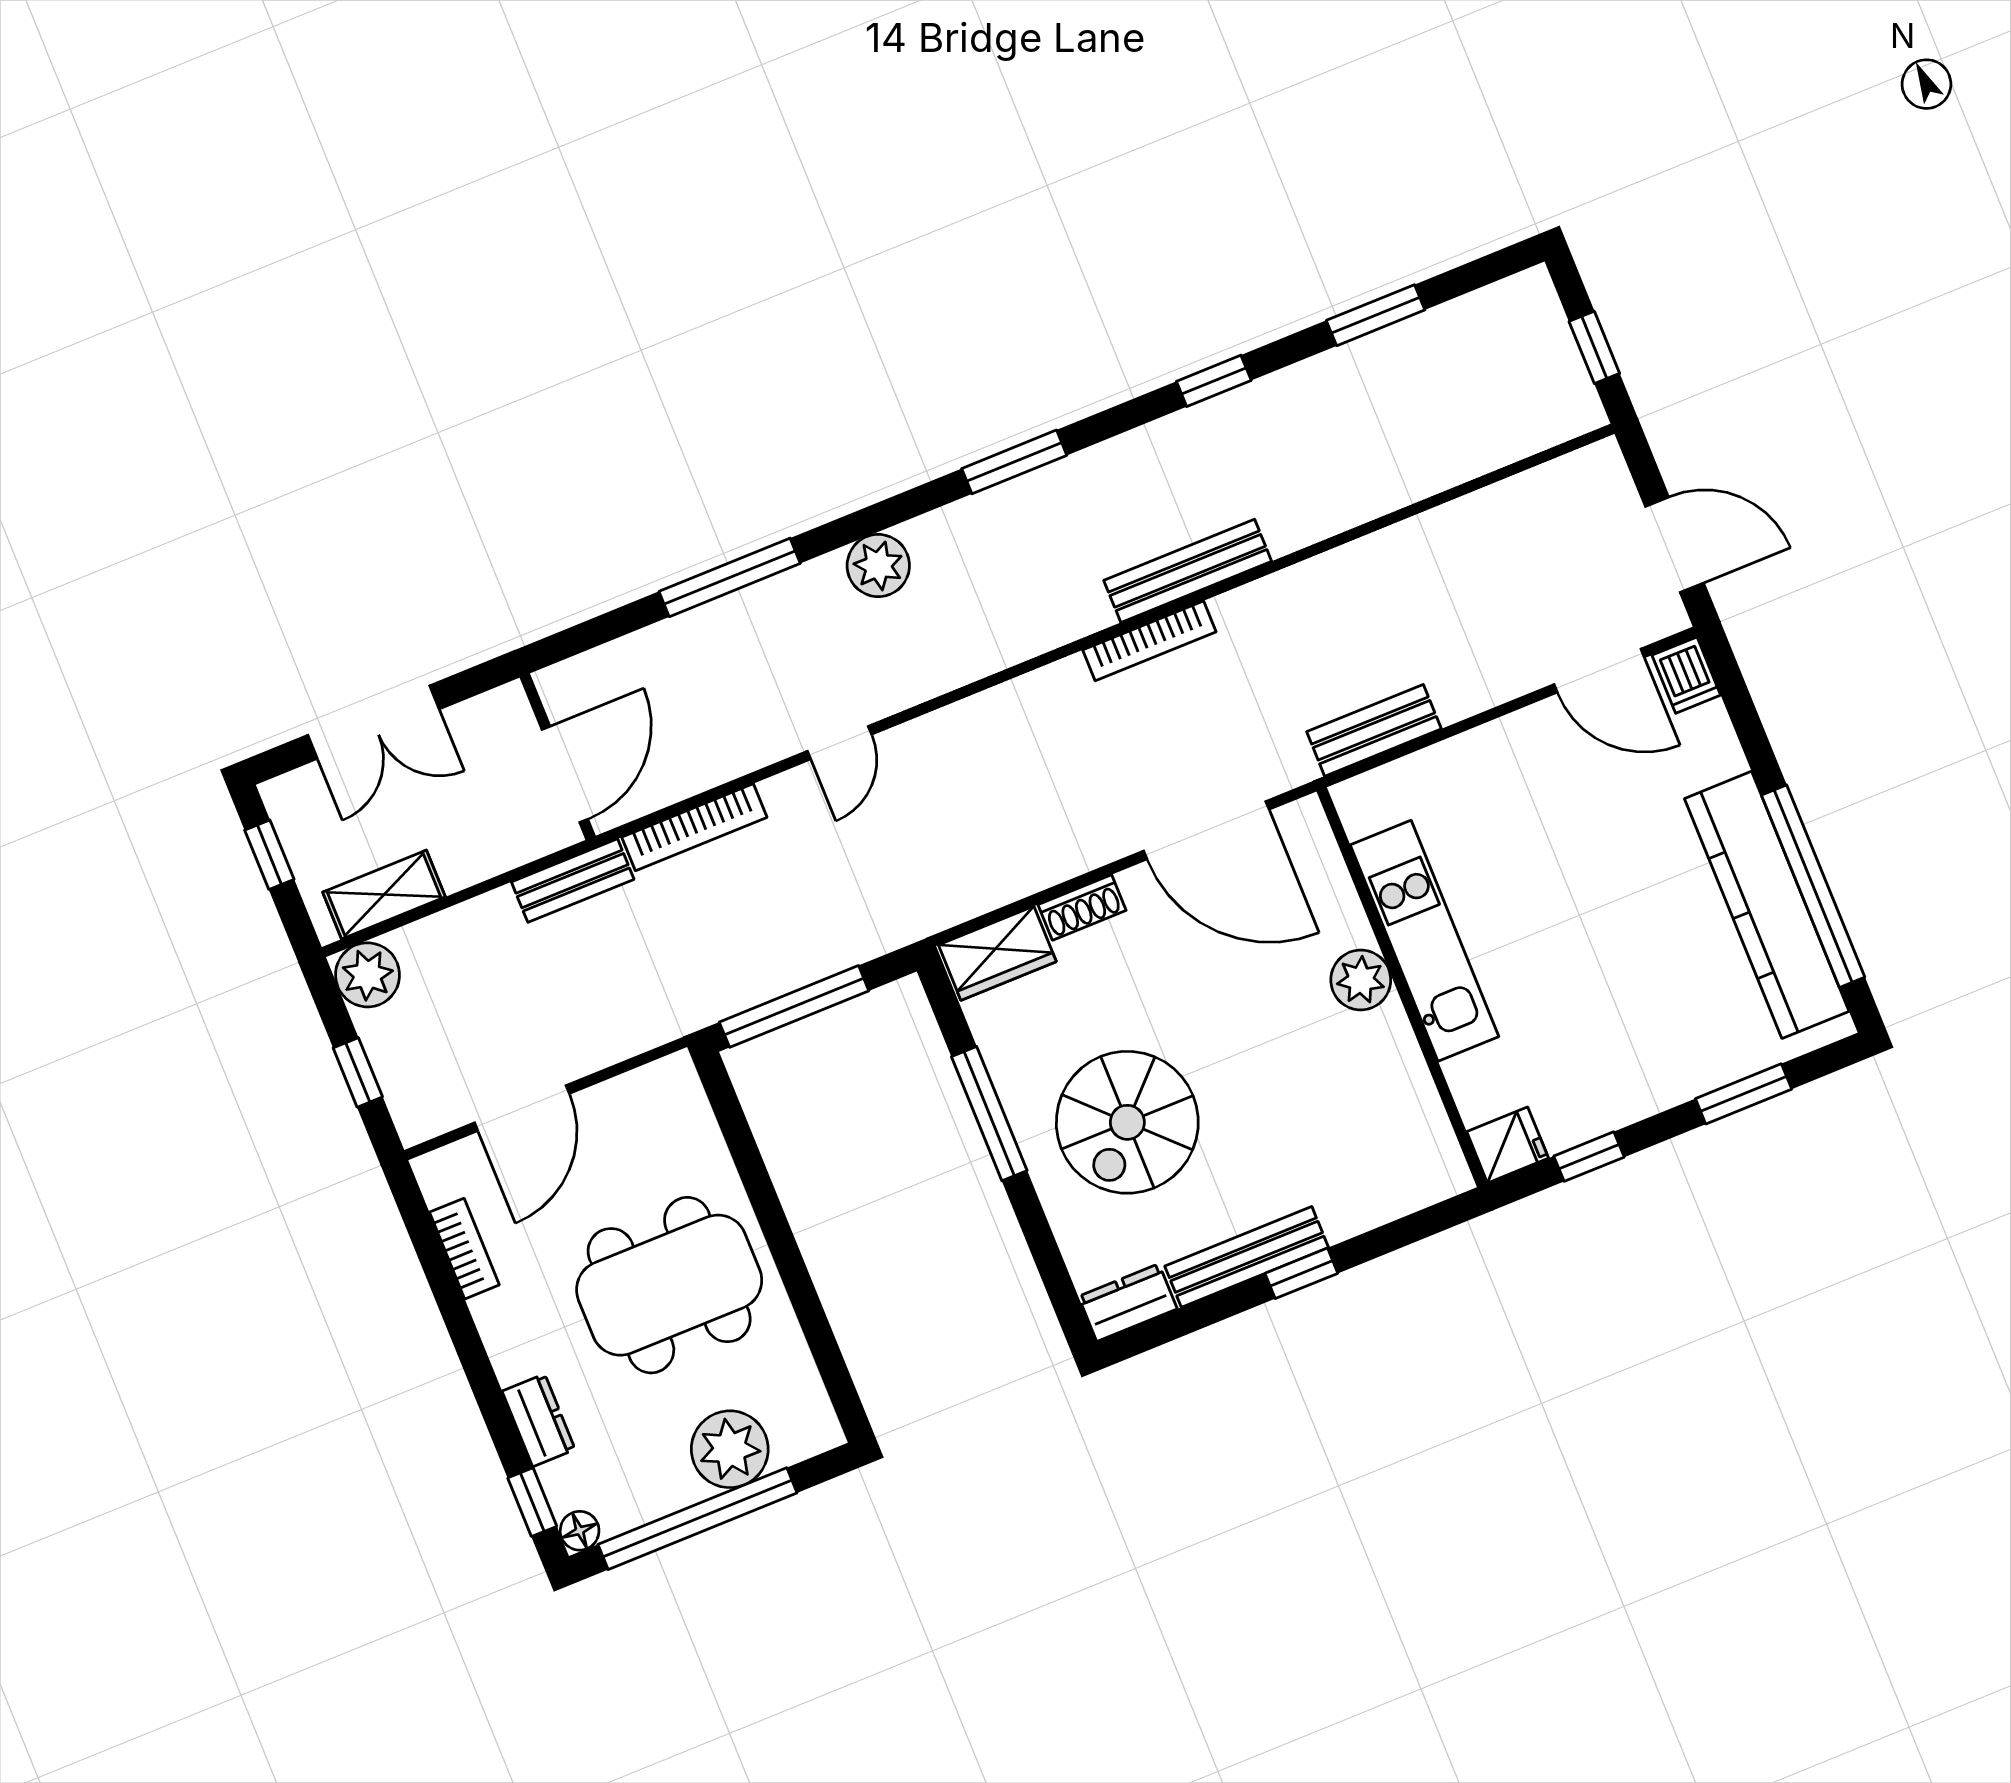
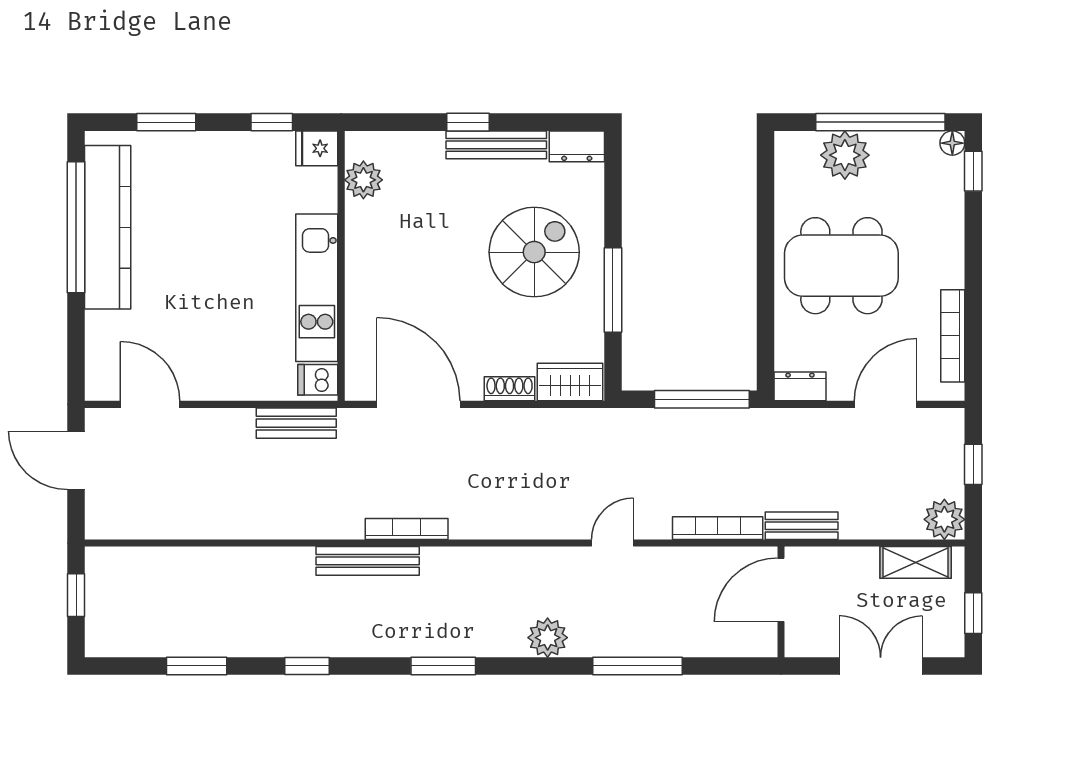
dishwasher: (1686, 675) -> (318, 380), moved, turned -90
plant: (1361, 980) -> (363, 180), moved
bookcase: (464, 1249) -> (953, 336), width x1.56
dresser: (539, 1420) -> (800, 386), moved, turned 90

